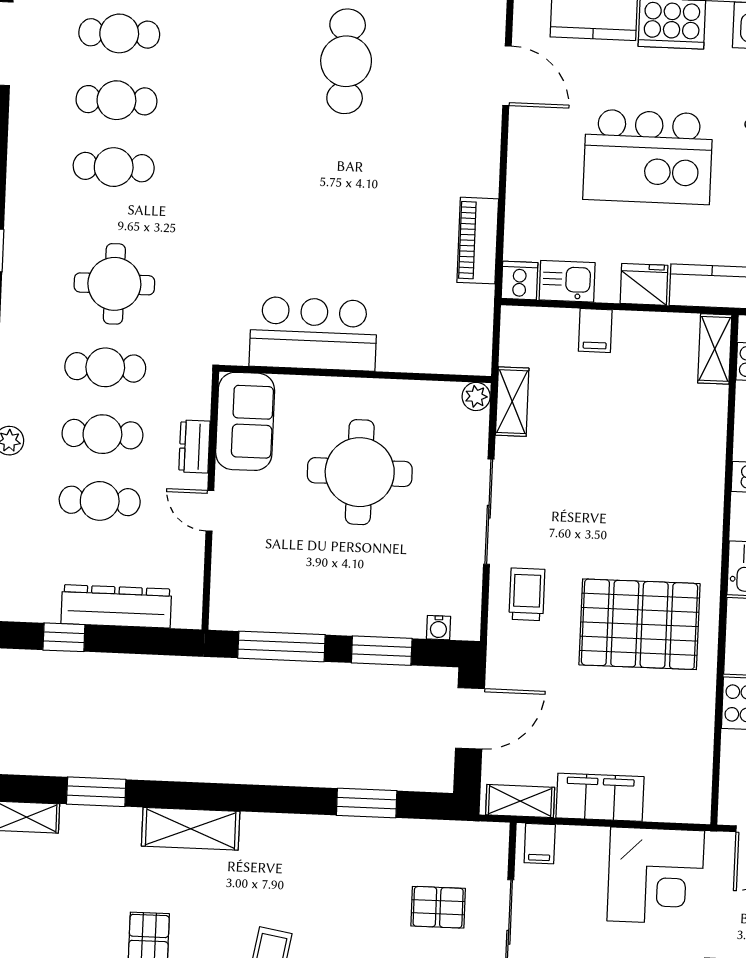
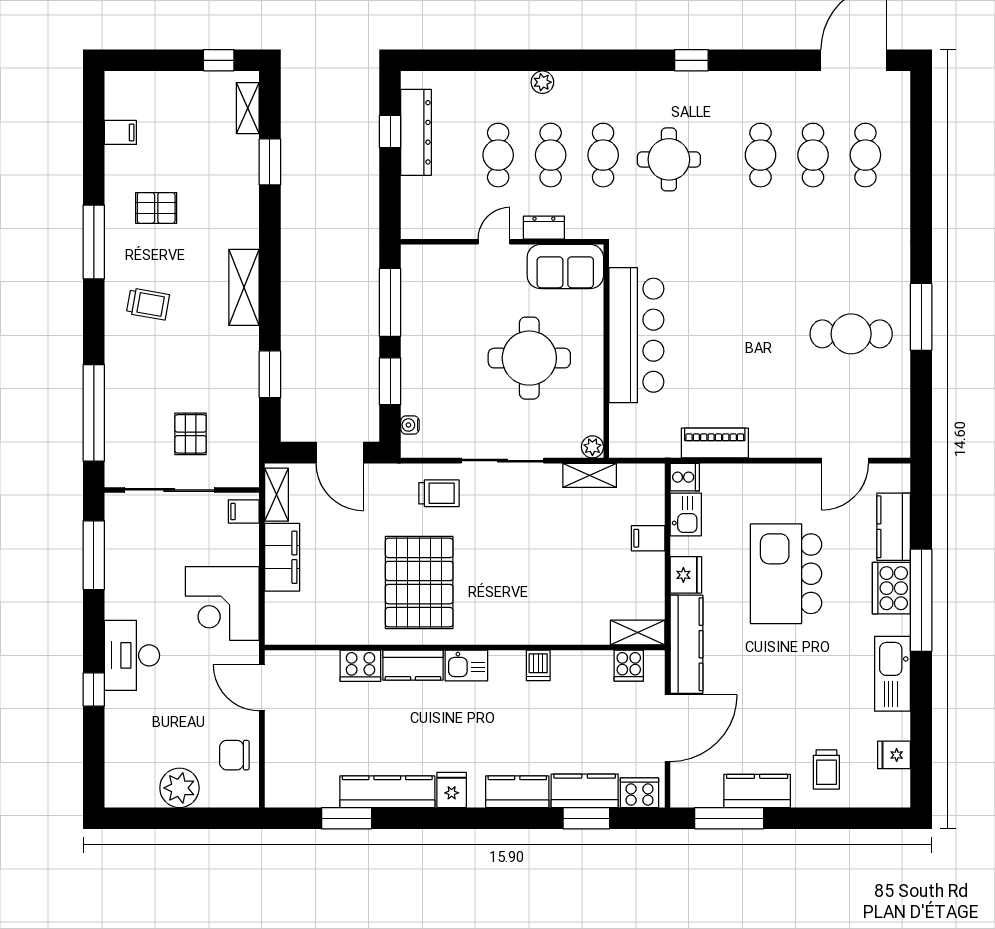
bar counter: (313, 334) -> (636, 335), width x1.36
dresser: (116, 606) -> (416, 132), moved
shelving: (191, 829) -> (244, 287), moved

